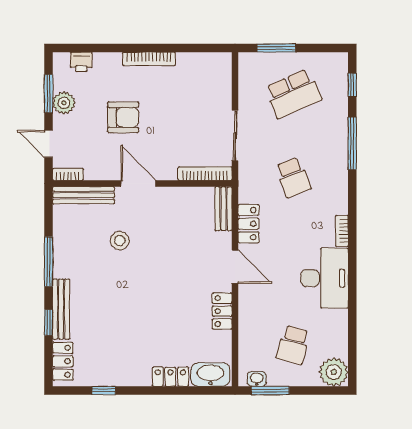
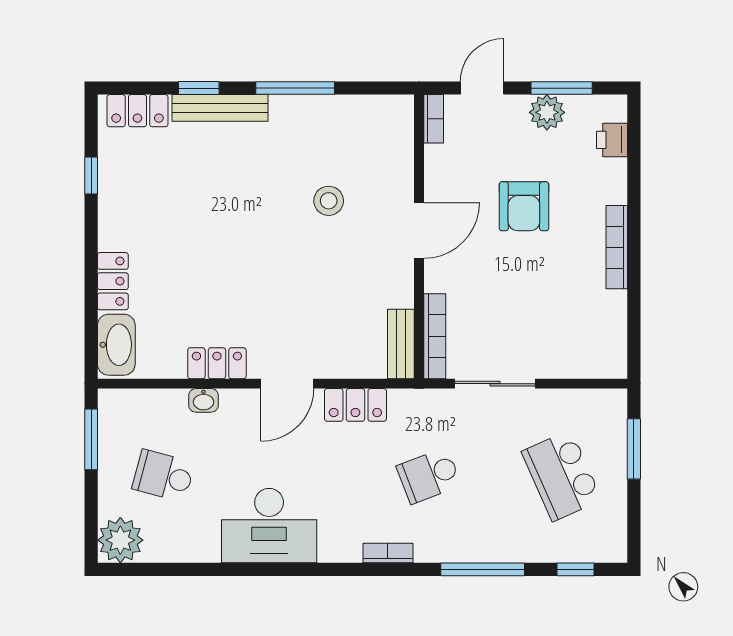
bench: (83, 195) -> (400, 143), removed
bench: (224, 209) -> (401, 344), moved, turned 90
bookcase: (342, 231) -> (388, 553), moved
washbasin: (257, 379) -> (204, 400), moved, turned 90

